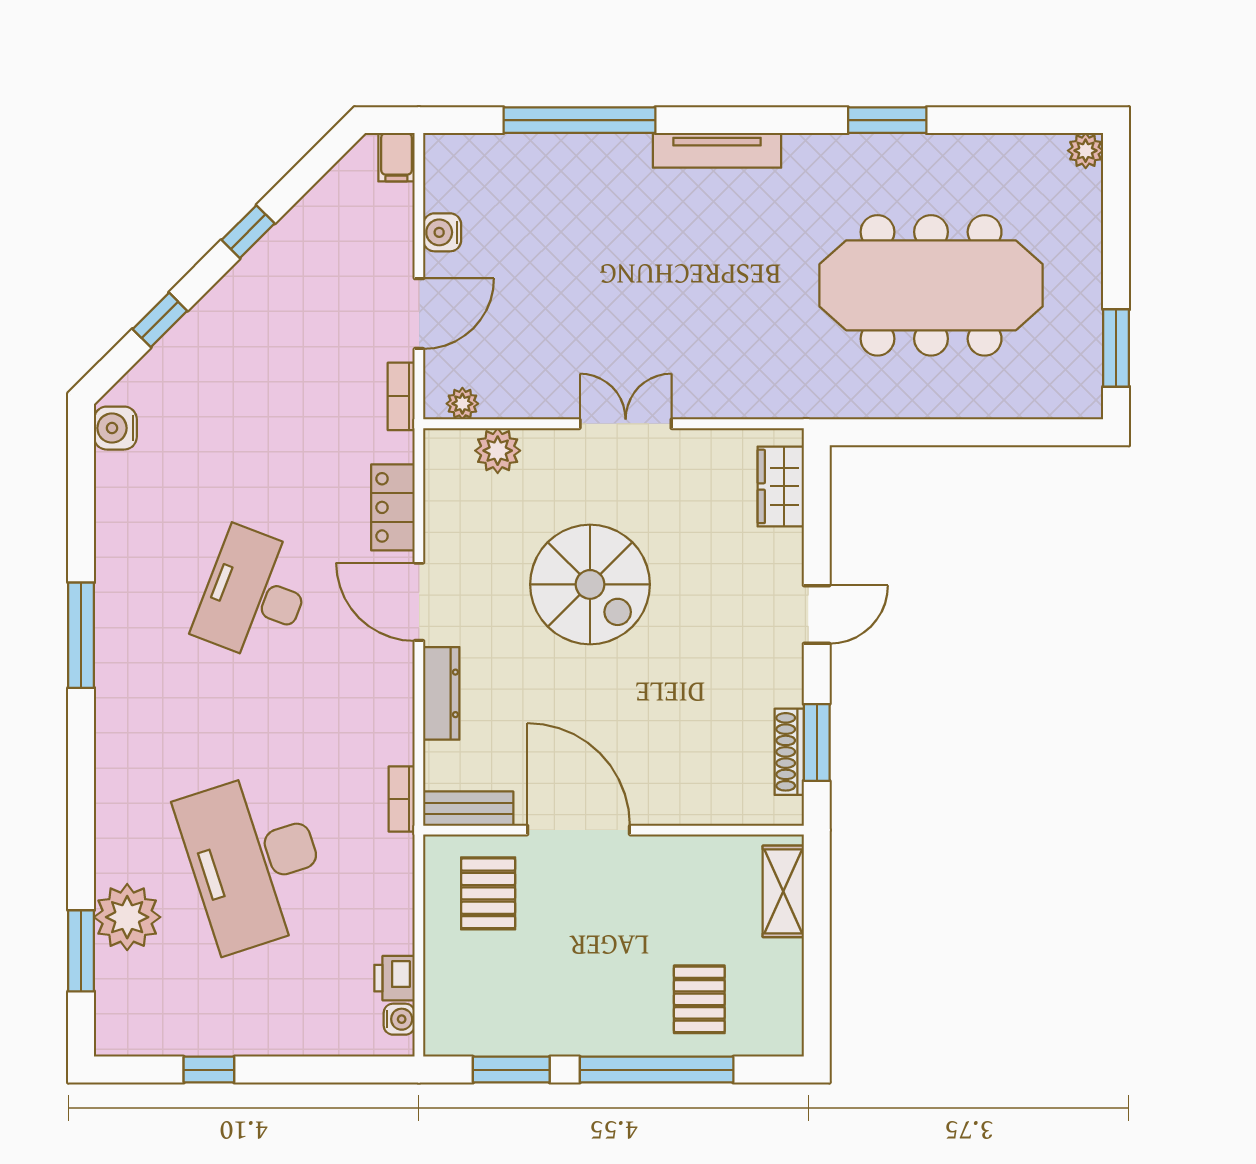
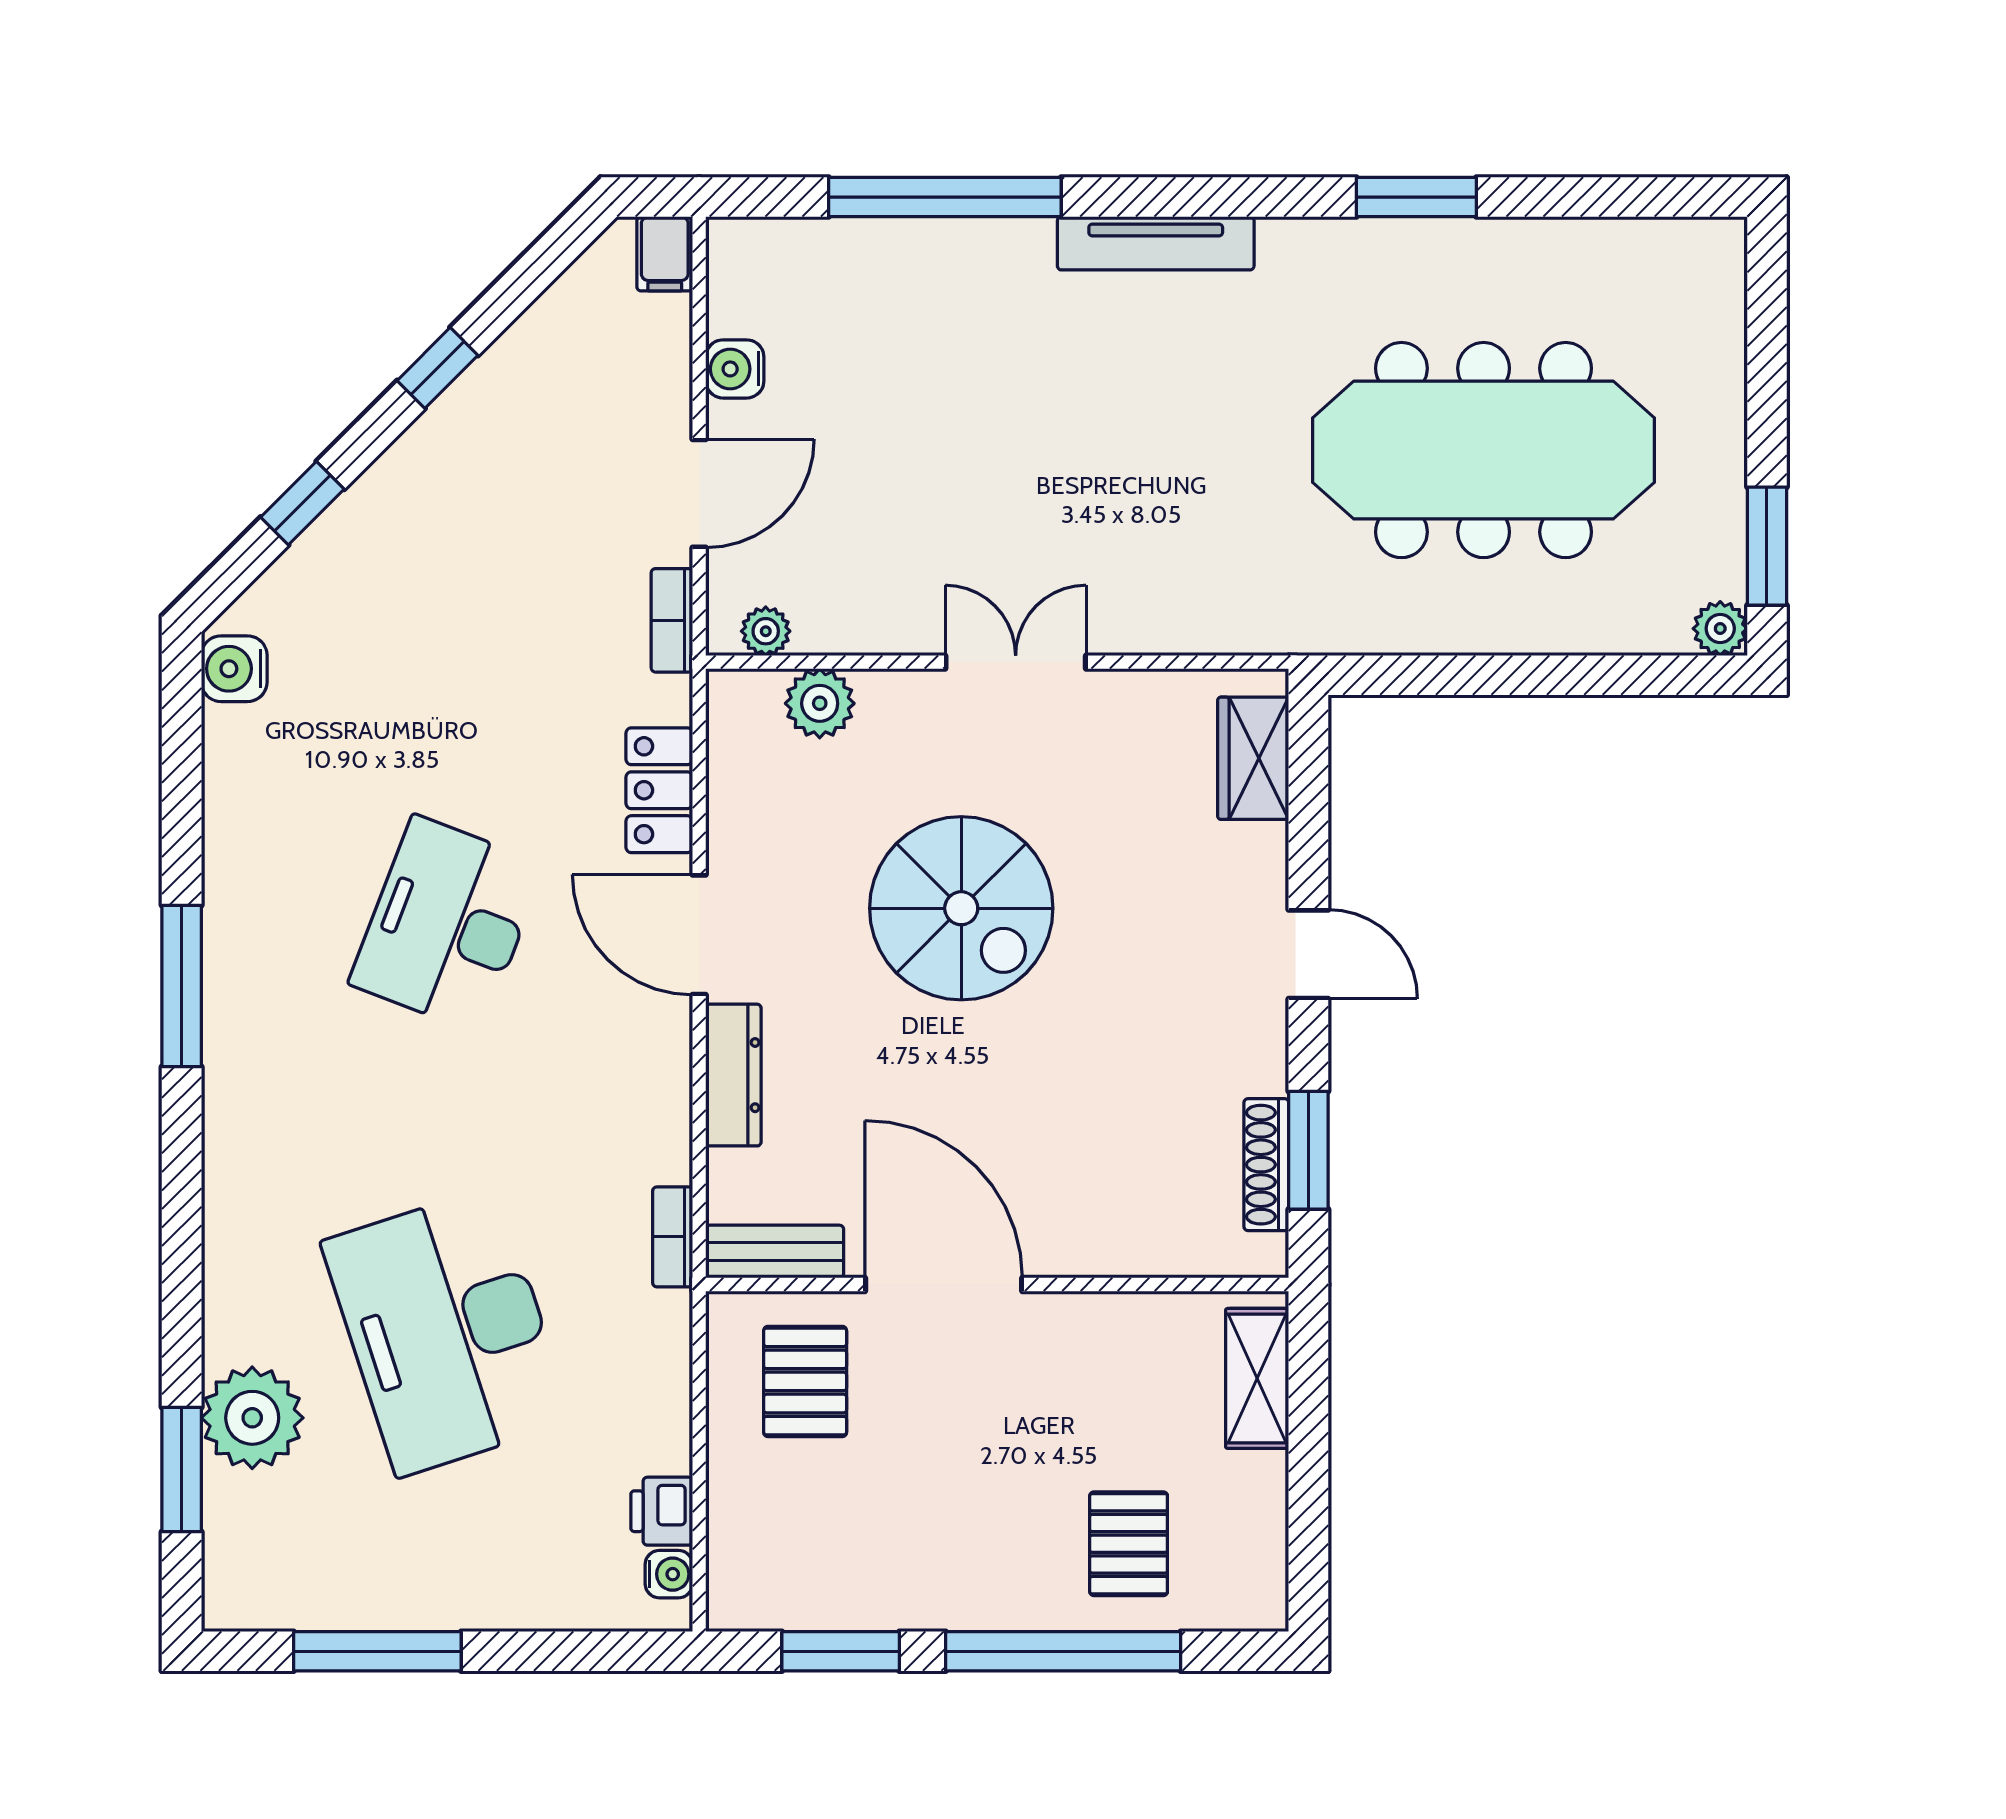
plant: (1086, 151) -> (1720, 629), moved
door: (817, 614) -> (1308, 954), hinge flipped
window: (209, 1070) -> (377, 1651), width x2.17

